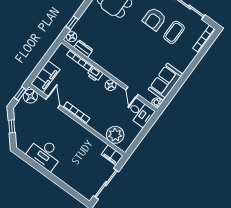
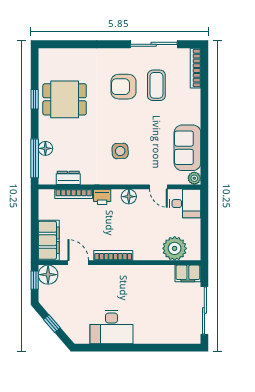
armchair: (154, 19) -> (123, 87), turned 90
window: (72, 23) -> (35, 158), width x2.17
floor lamp: (72, 37) -> (45, 148), moved
side table: (125, 55) -> (120, 151), added

